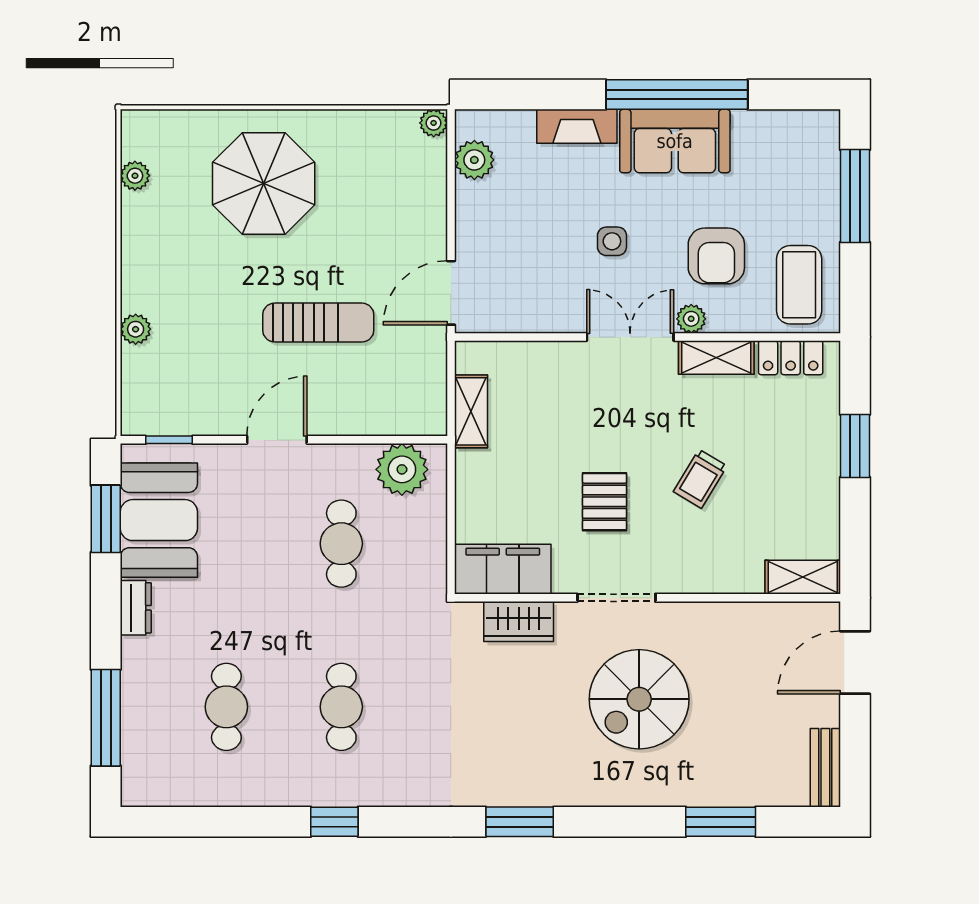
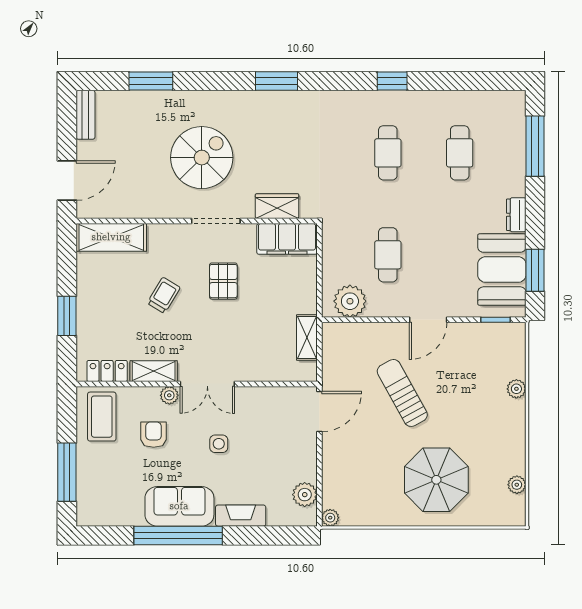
armchair: (716, 256) -> (154, 435), width x0.72, depth x0.72
sun lounger: (318, 323) -> (402, 393), turned 61
shelving: (803, 577) -> (111, 237), width x1.50, depth x1.33

